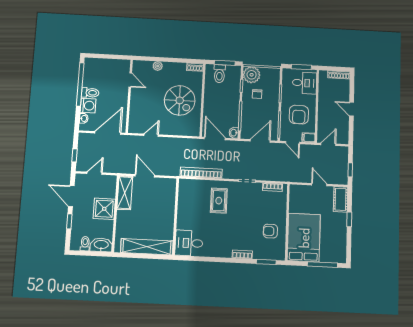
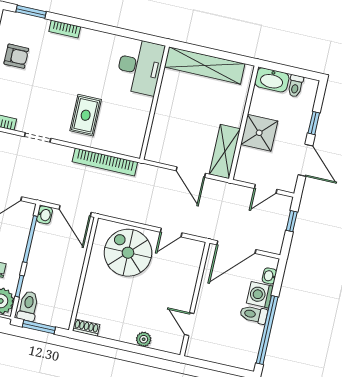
toilet: (219, 74) -> (28, 306), moved
spiral stairs: (180, 100) -> (128, 253), moved
desk: (189, 243) -> (140, 67), width x1.37

